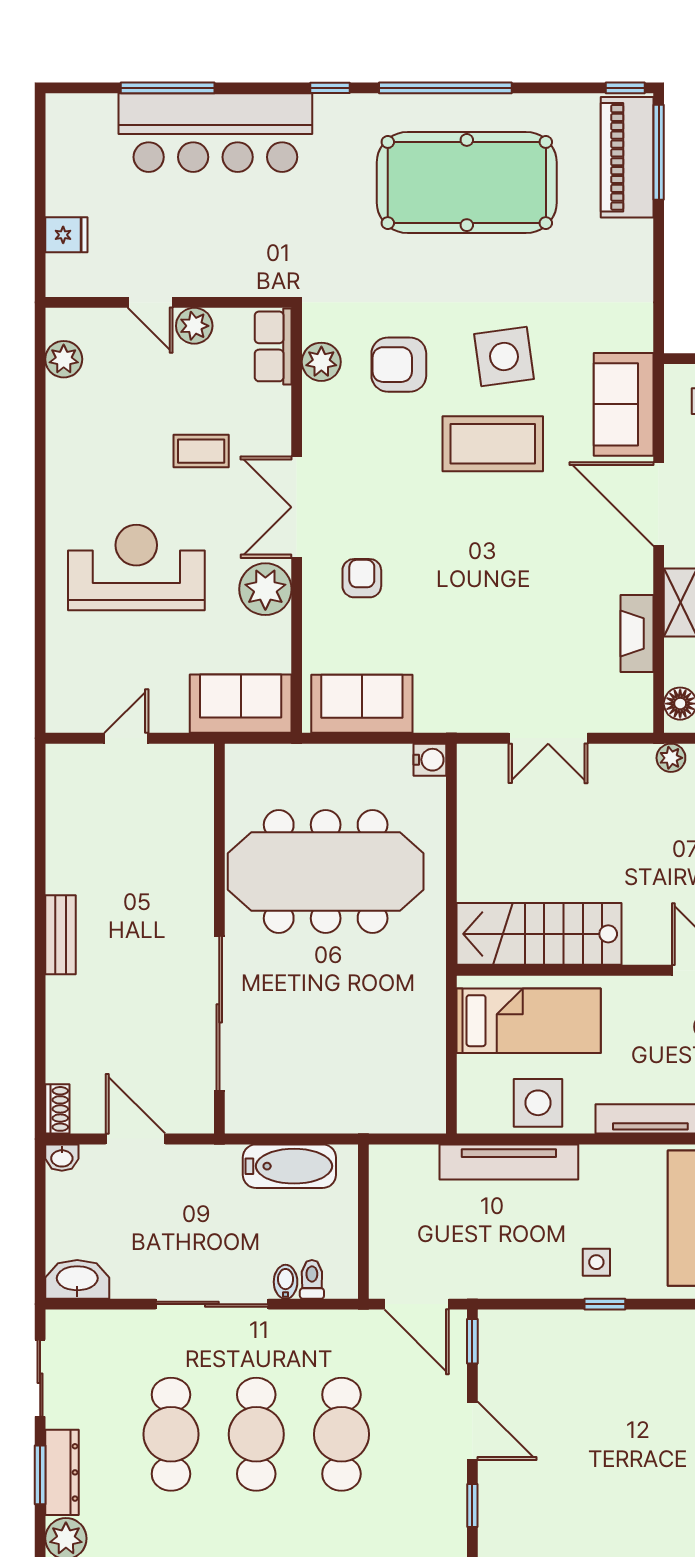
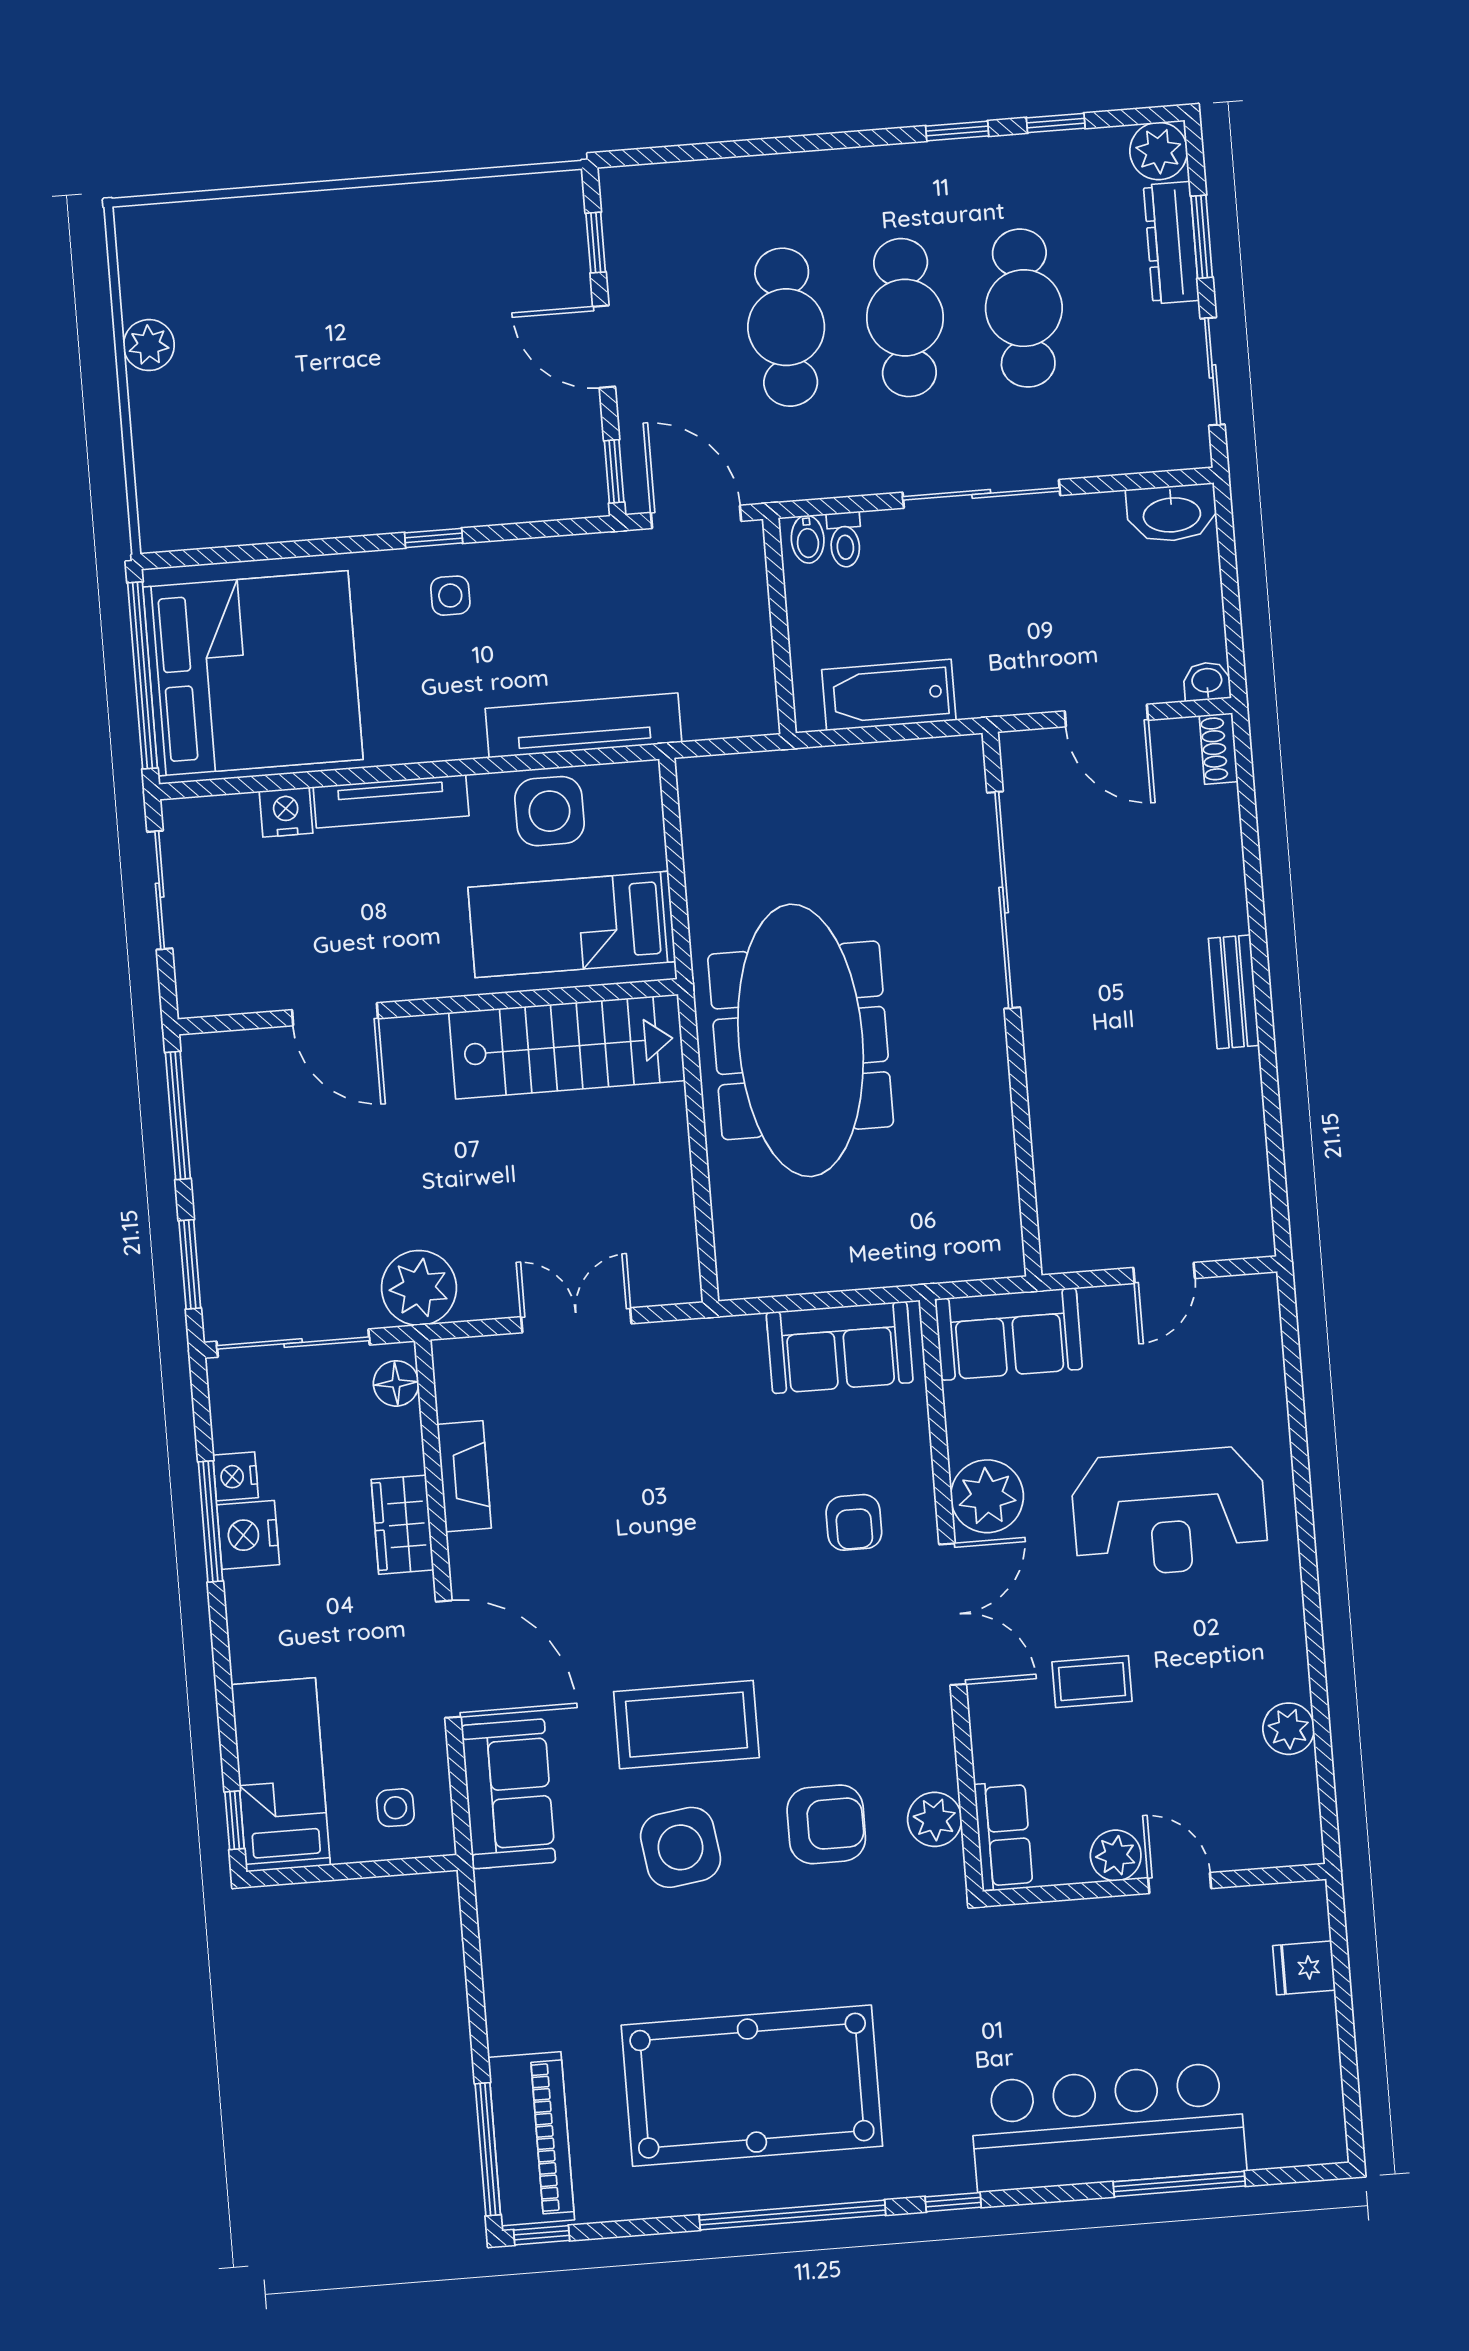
plant: (64, 359) -> (1289, 1729), moved
plant: (671, 758) -> (419, 1288), width x1.87, depth x1.87
water cooler: (430, 760) -> (739, 1277), removed
meeting table: (326, 872) -> (801, 1040), moved, turned 90
bidet: (286, 1282) -> (808, 539), moved

